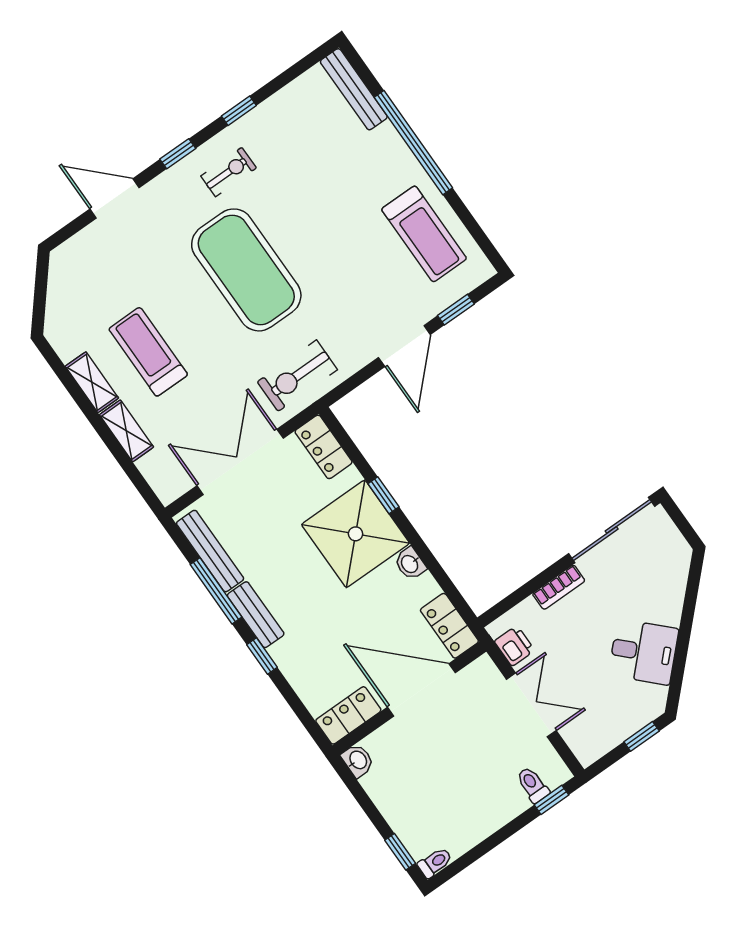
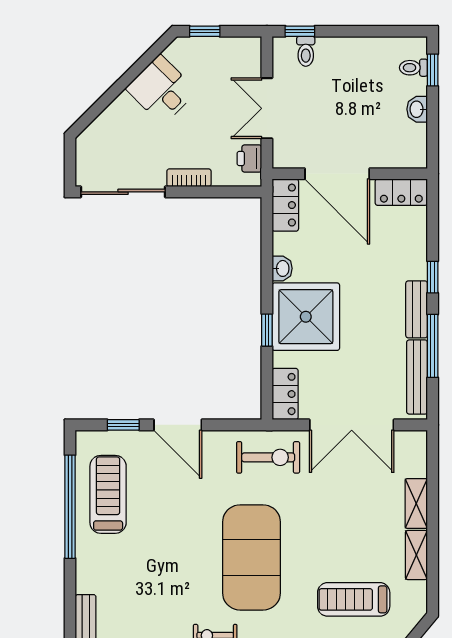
window: (413, 143) -> (70, 507), moved
door: (404, 346) -> (178, 425), swing flipped
treadmill: (148, 352) -> (354, 599), moved, turned 90
washbasin: (358, 760) -> (417, 109), moved
toilet: (435, 863) -> (413, 68), moved

